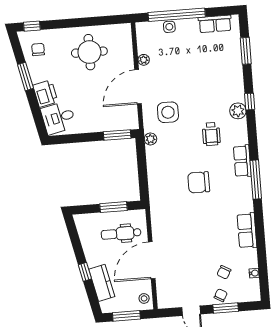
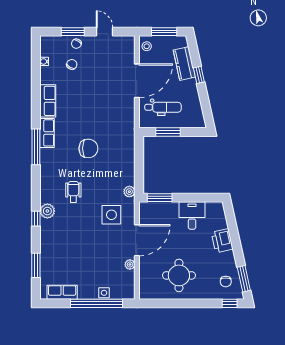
window: (25, 76) -> (244, 279), moved
desk: (58, 118) -> (192, 215), moved, turned -78
row of seats: (242, 161) -> (47, 133), moved

